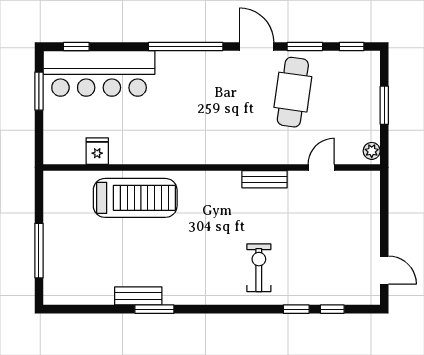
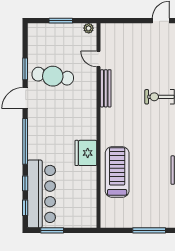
window: (352, 47) -> (25, 183), moved
fridge: (97, 151) -> (86, 153), moved, width x1.88, depth x1.34
bench: (265, 179) -> (106, 88), width x1.36

